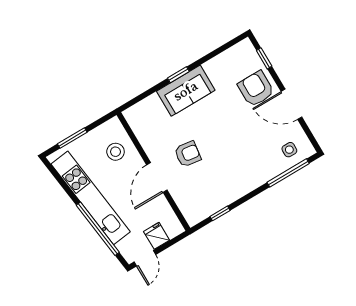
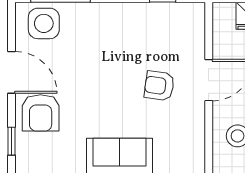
side table: (289, 150) -> (44, 23), width x1.87, depth x1.87

